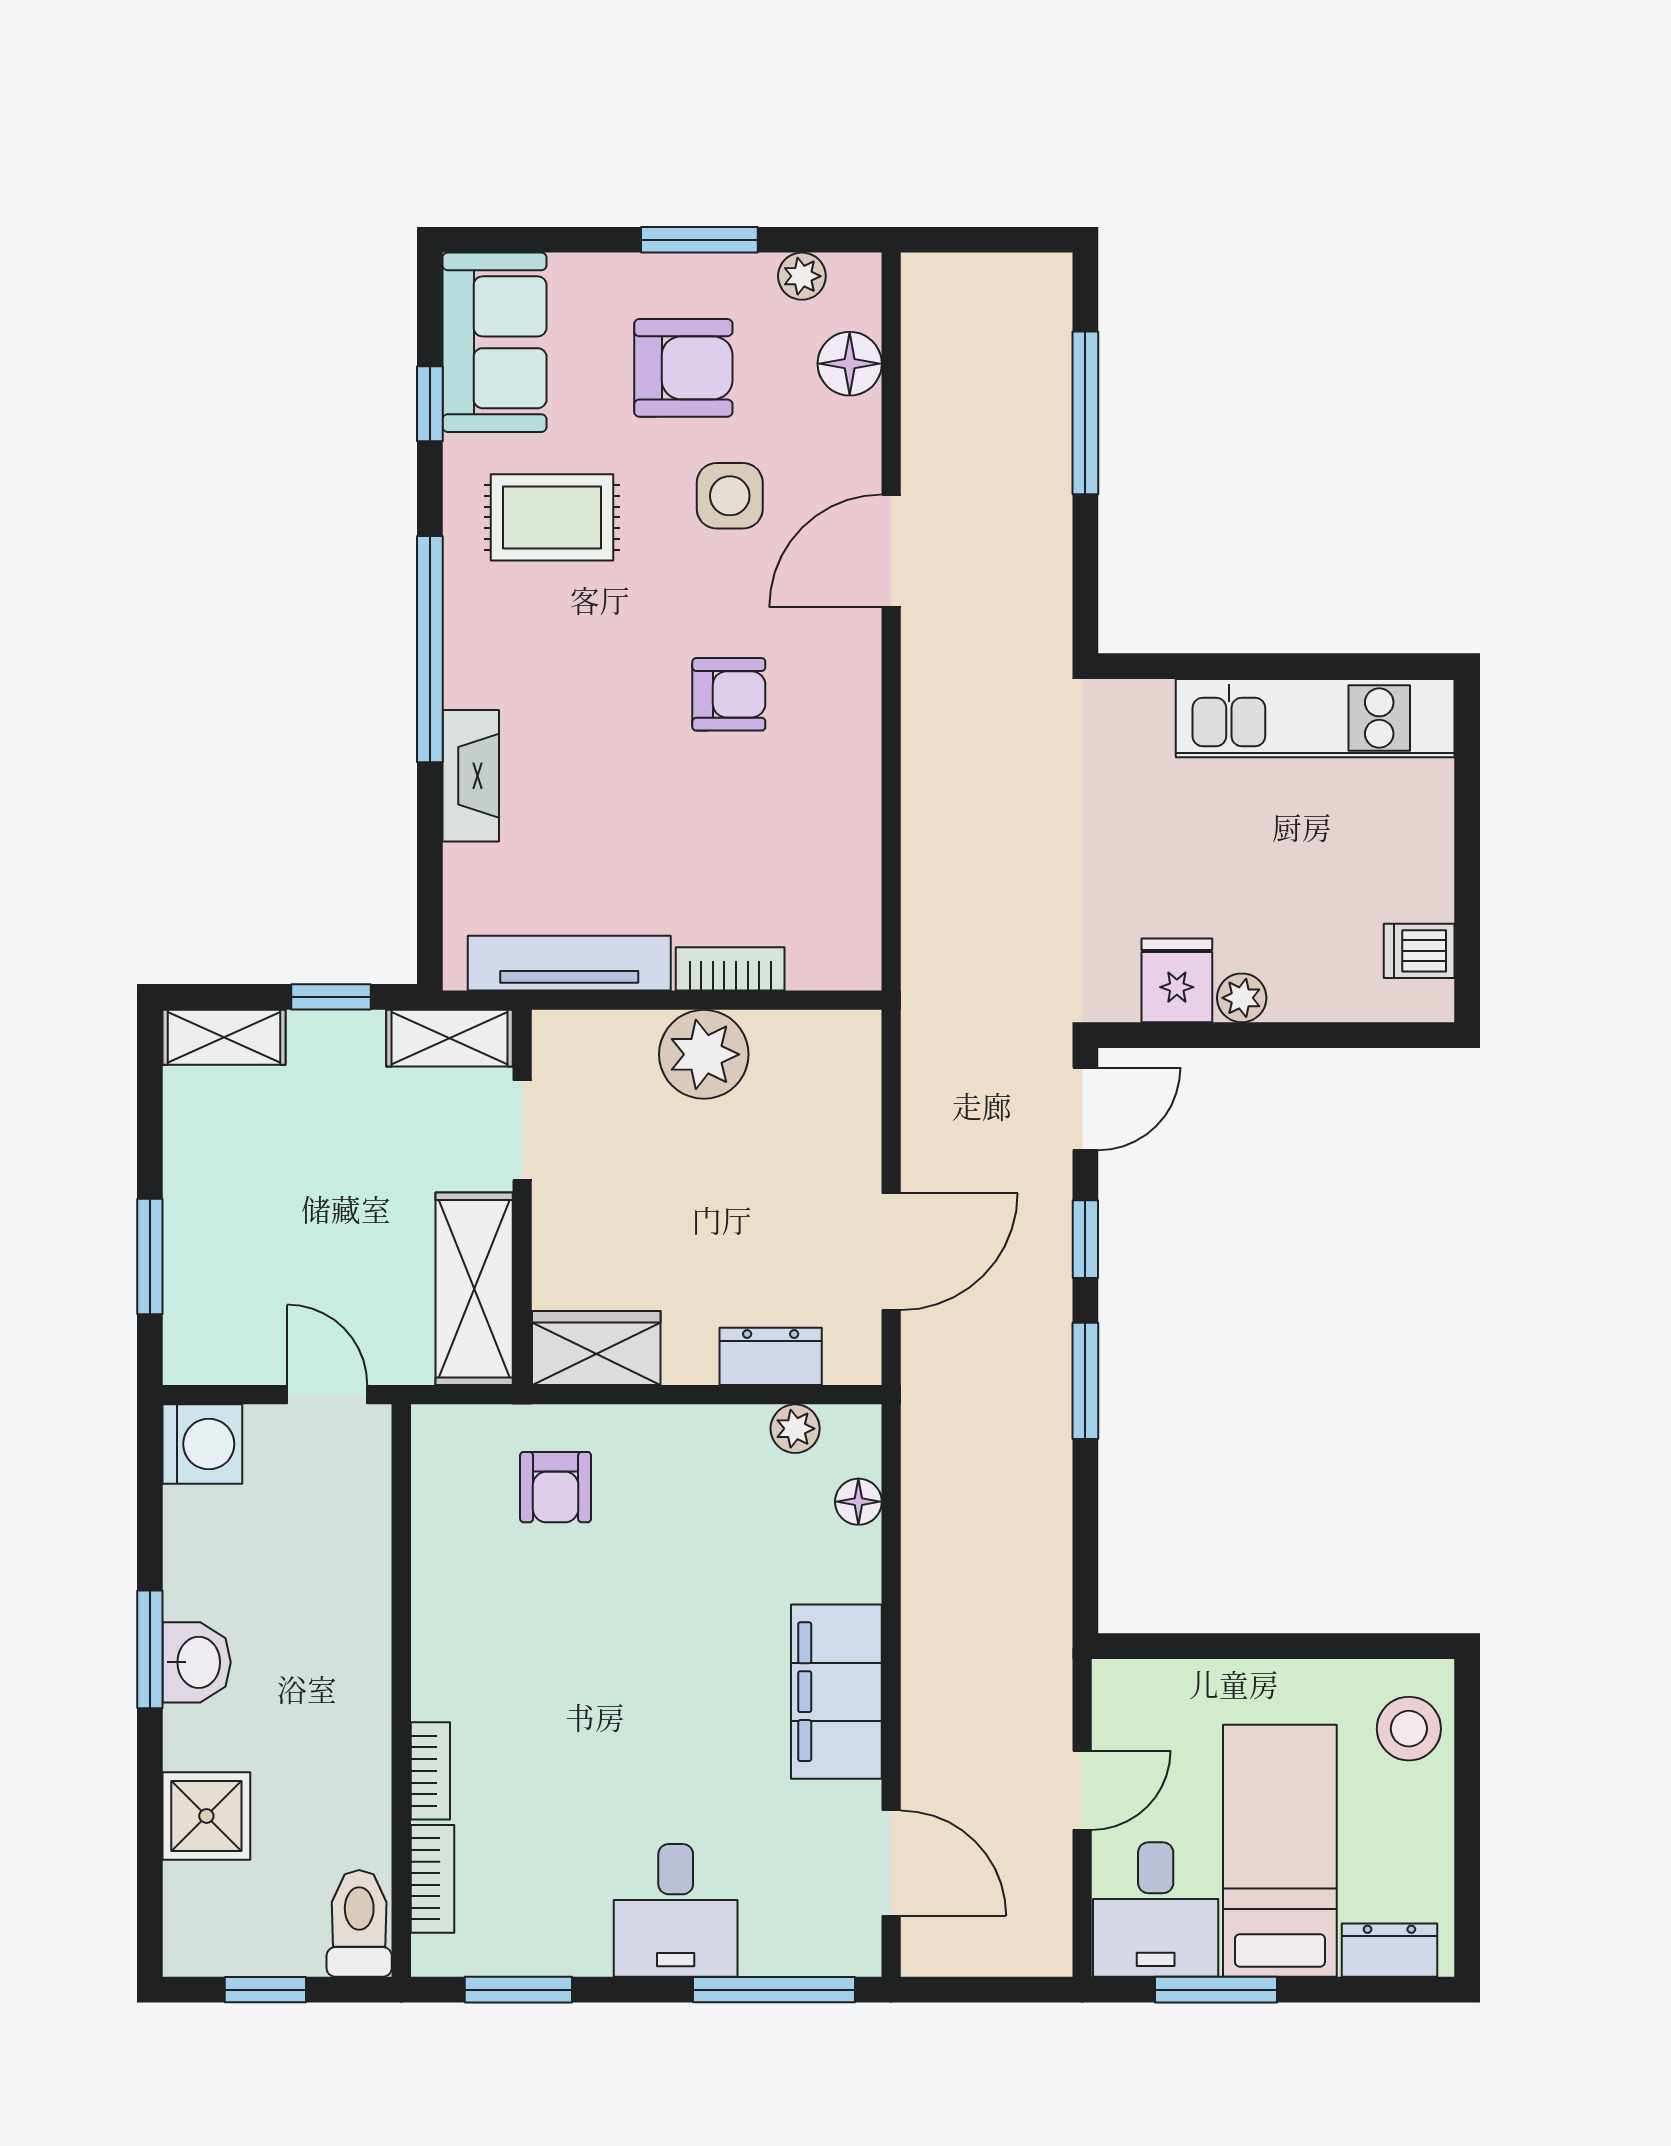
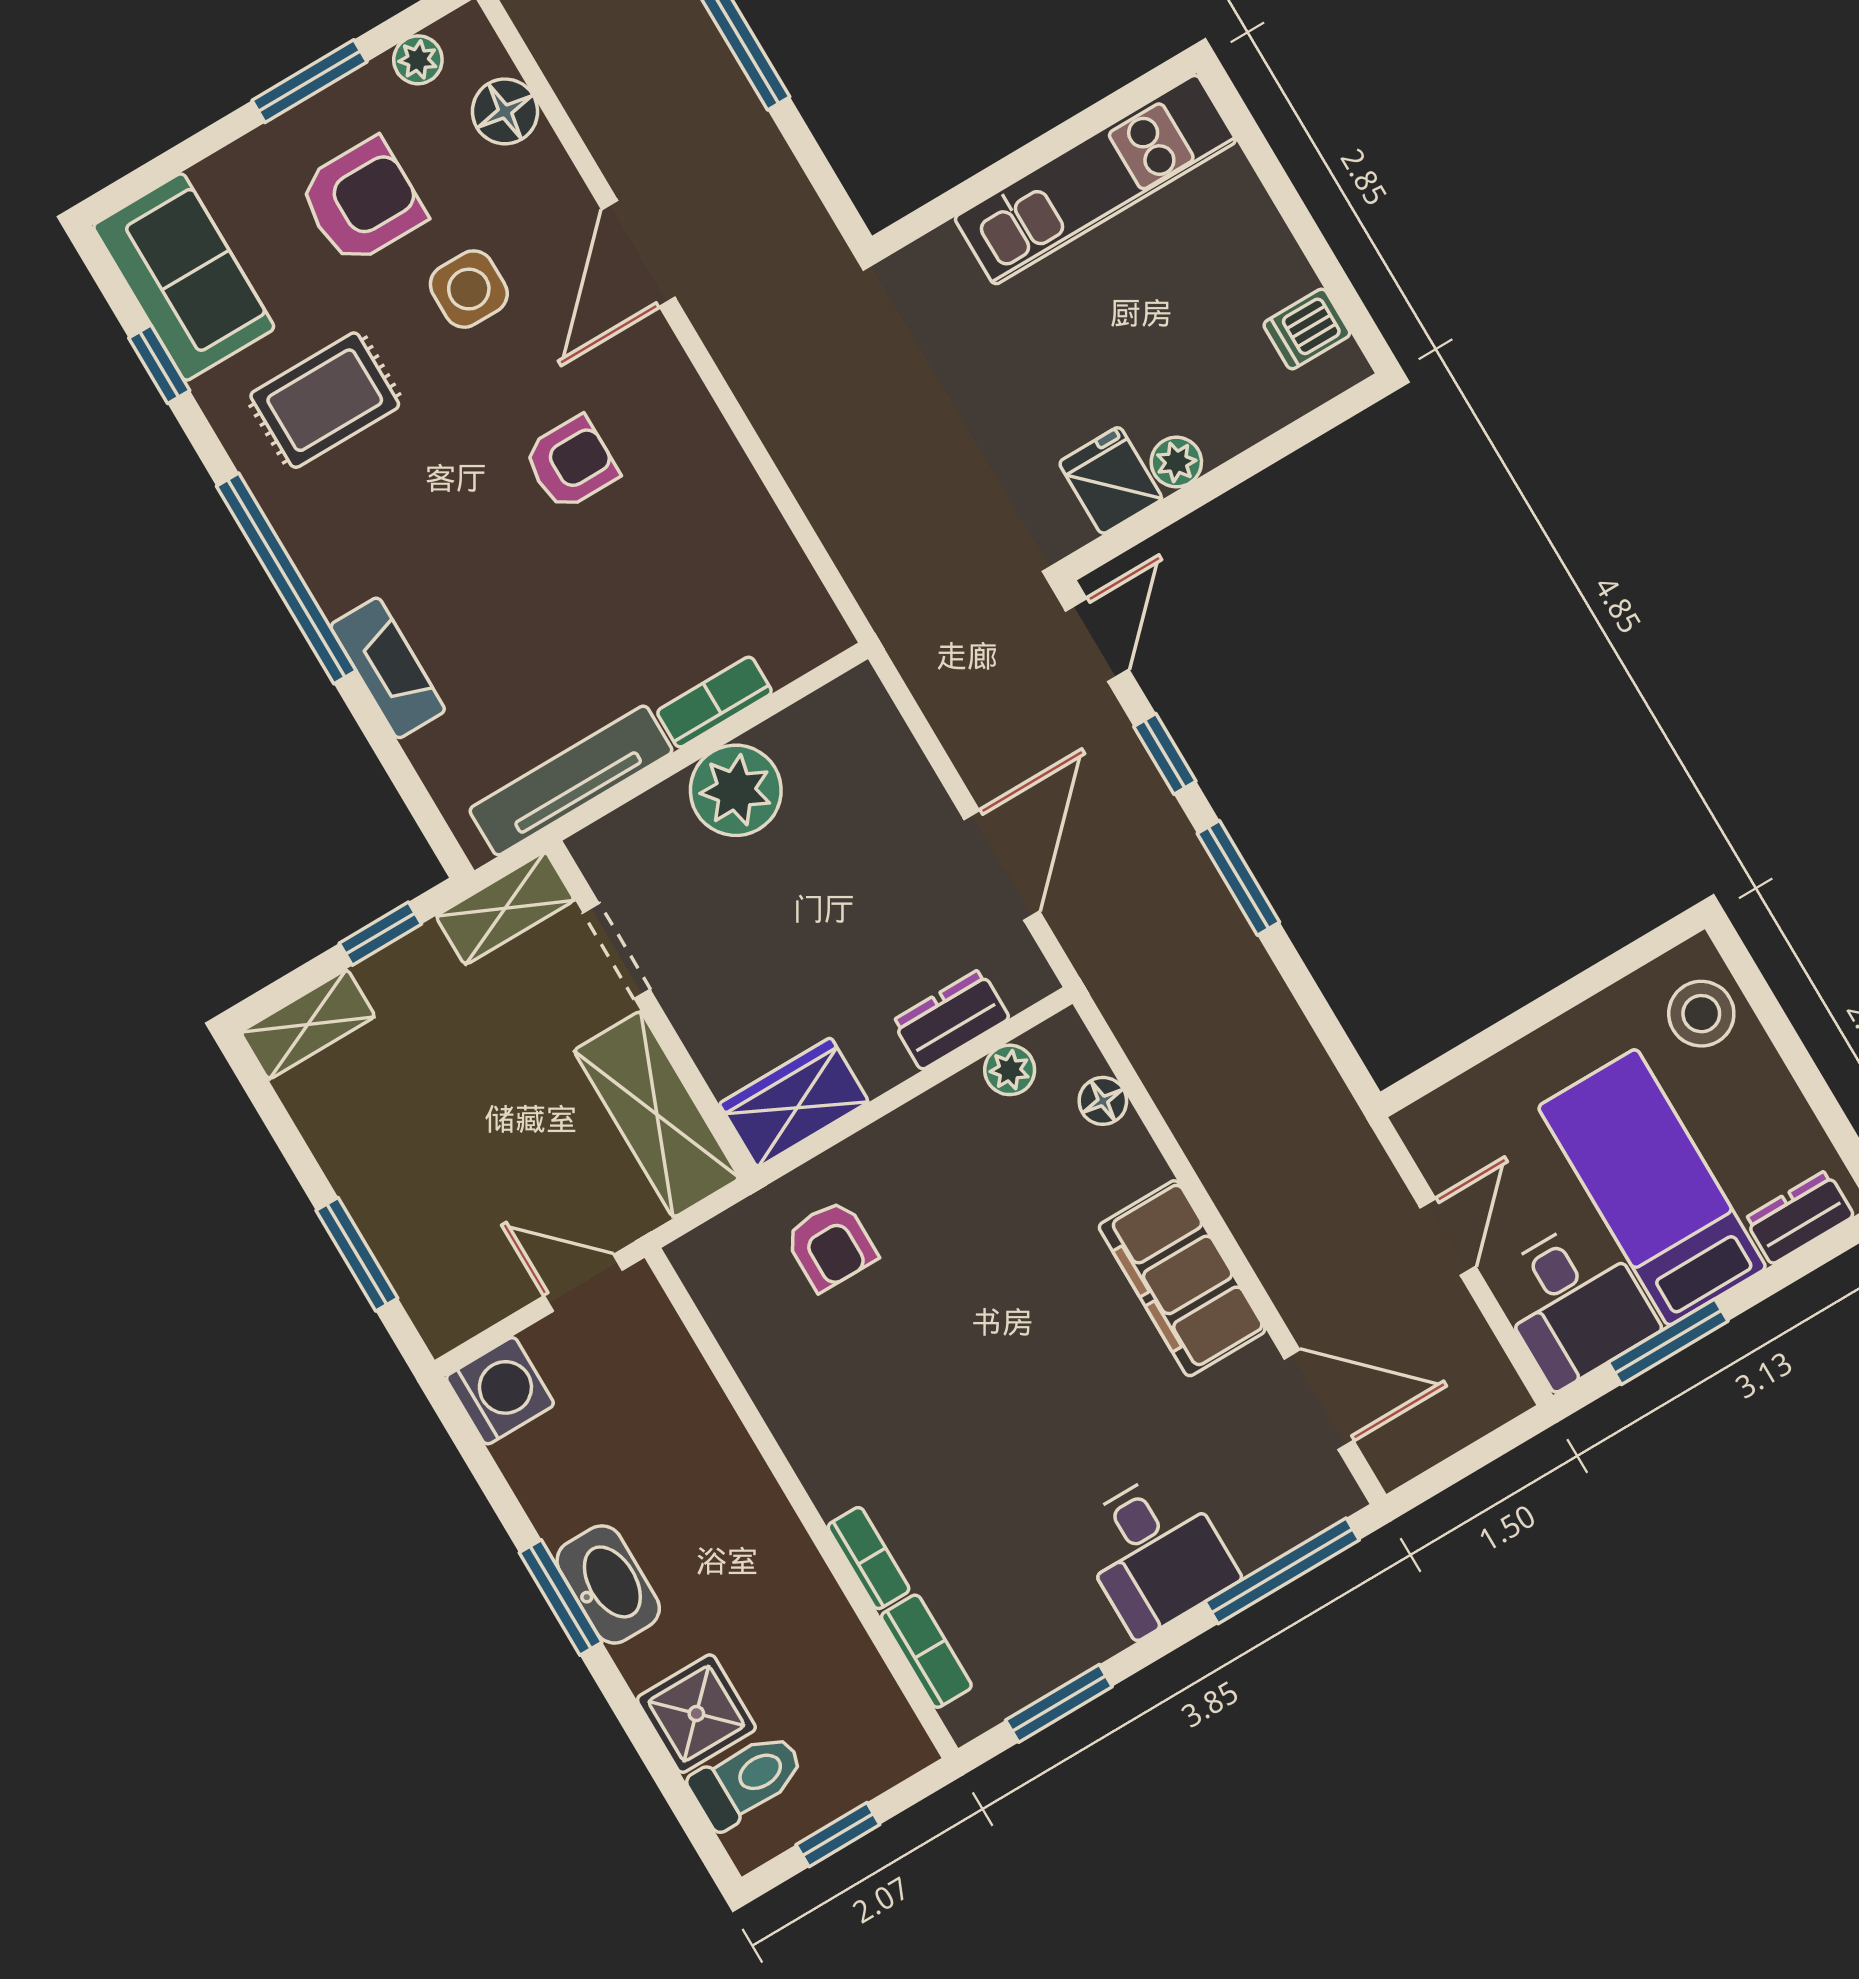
washbasin: (197, 1662) -> (608, 1584), width x1.38
toilet: (359, 1923) -> (747, 1780), moved, turned 90

